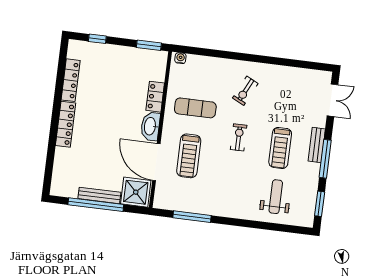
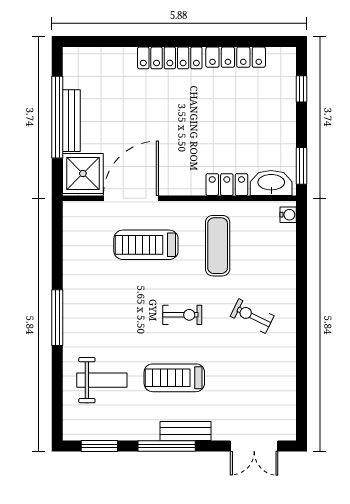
washbasin: (150, 126) -> (271, 183), moved
window: (192, 217) -> (57, 318), moved

